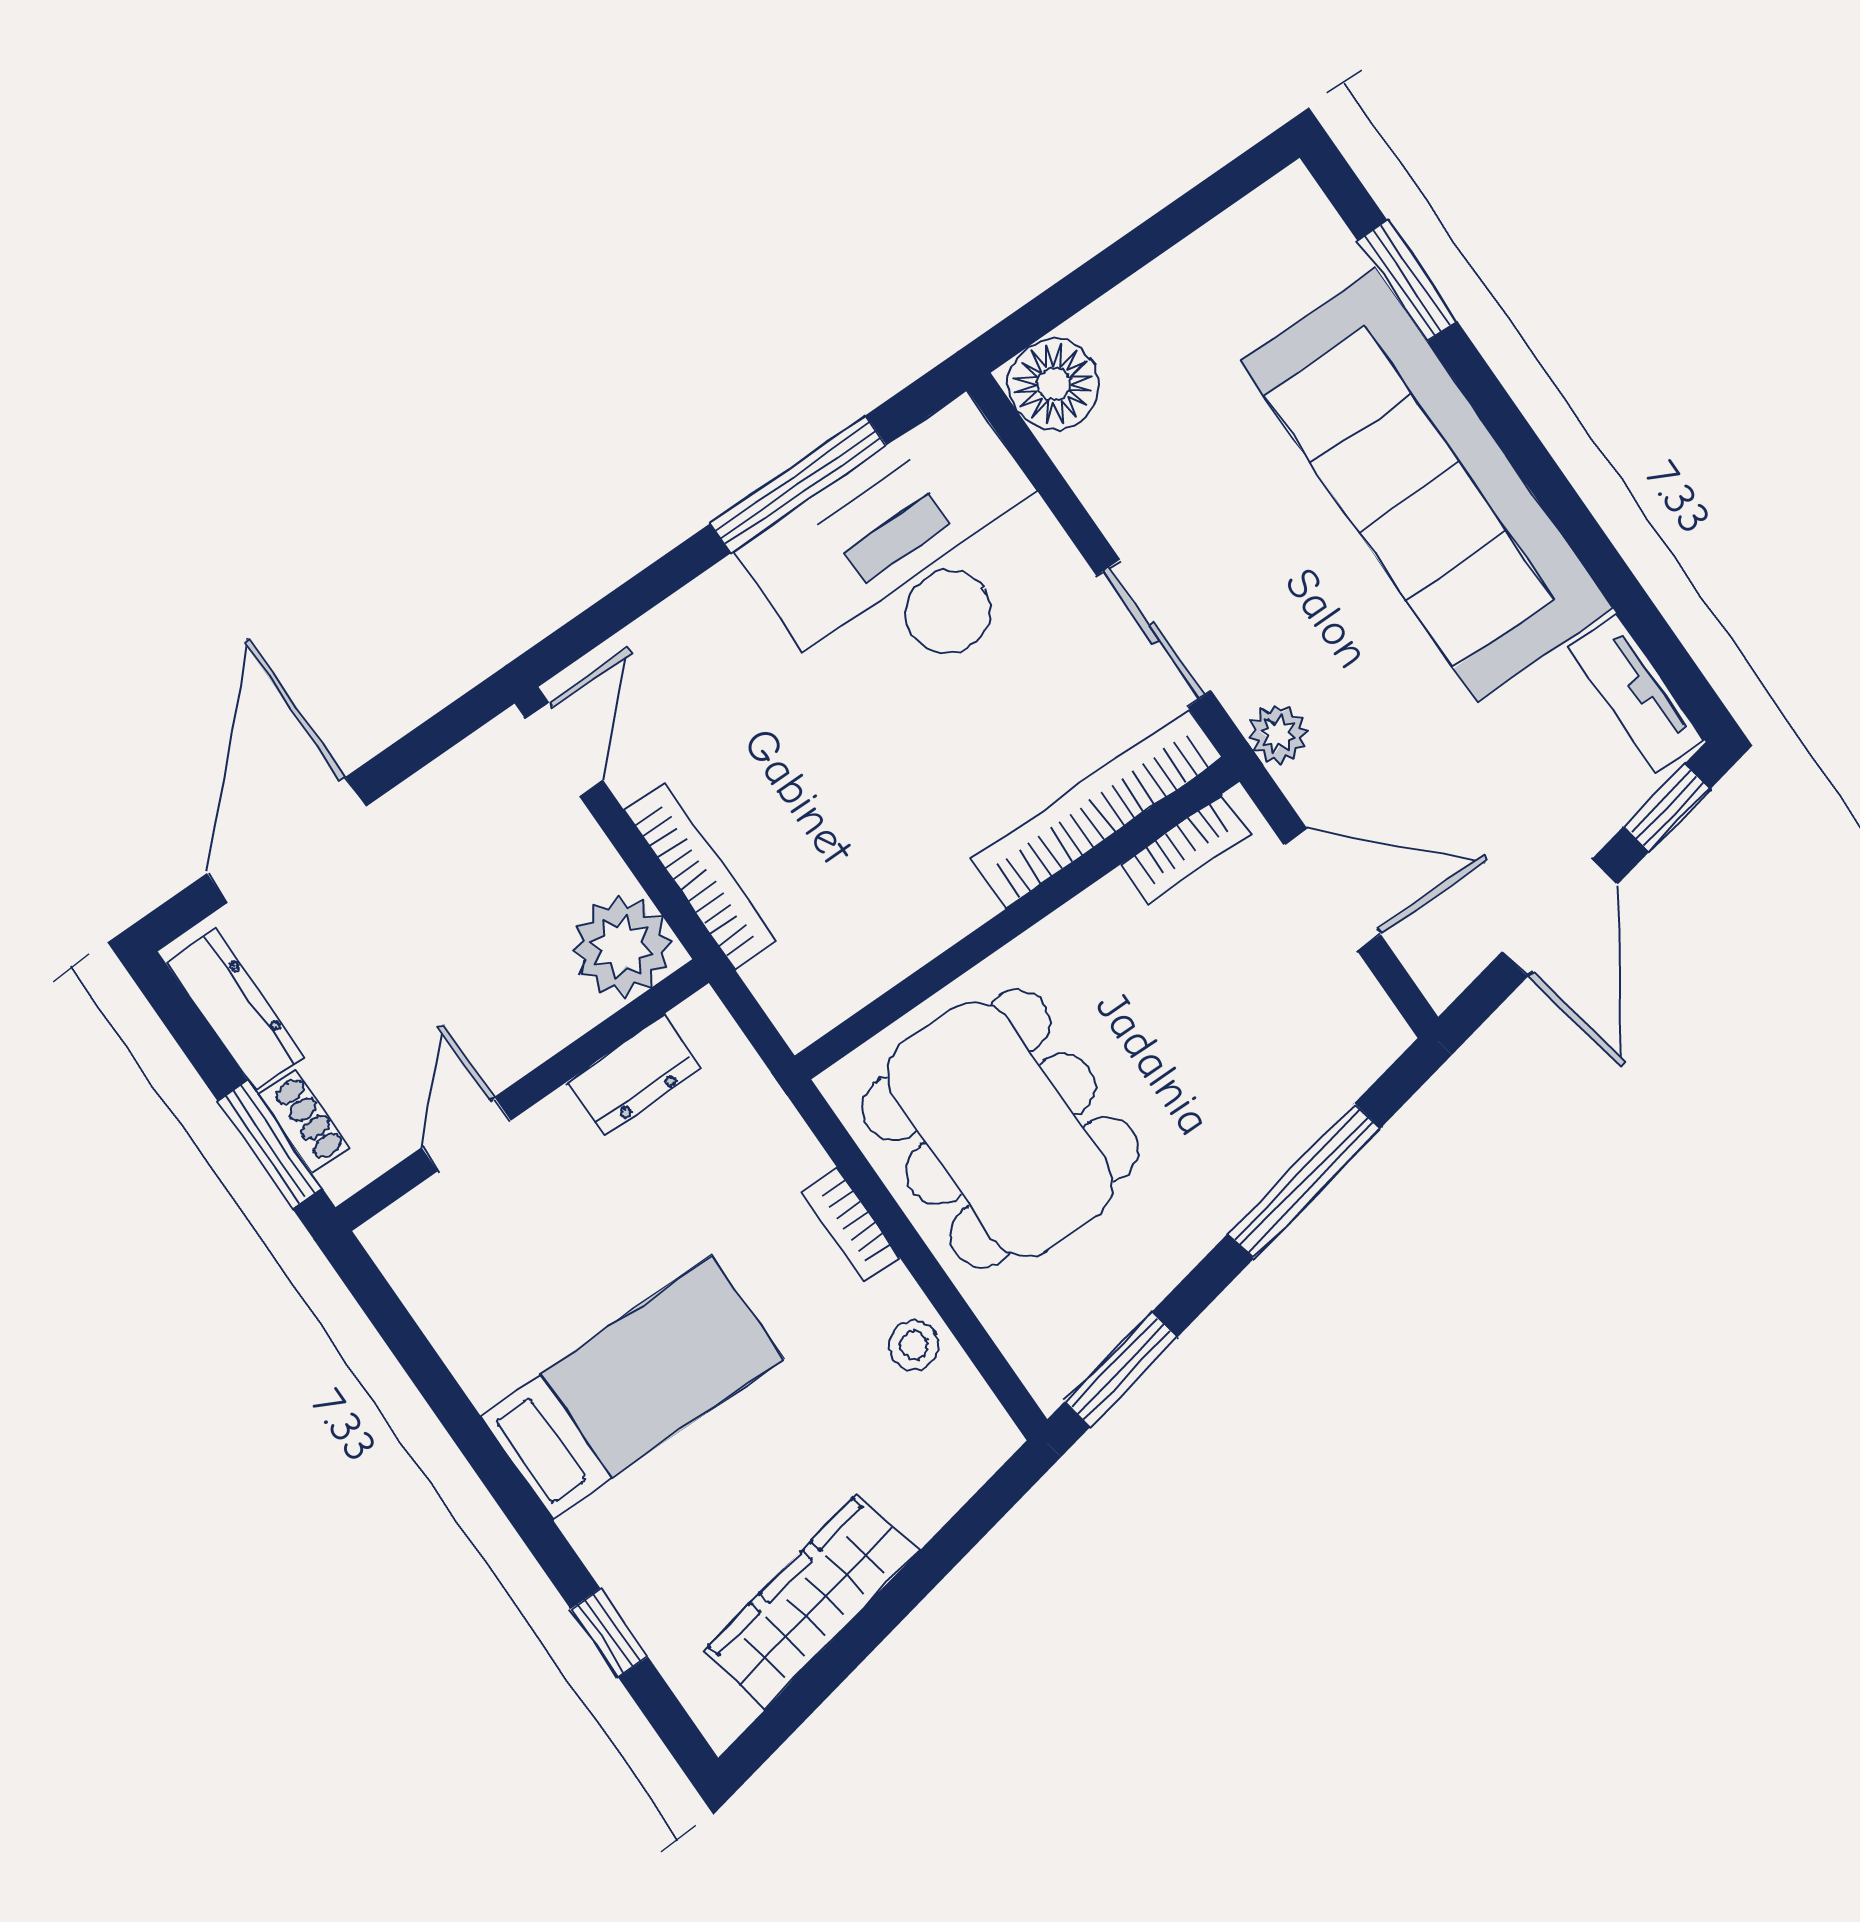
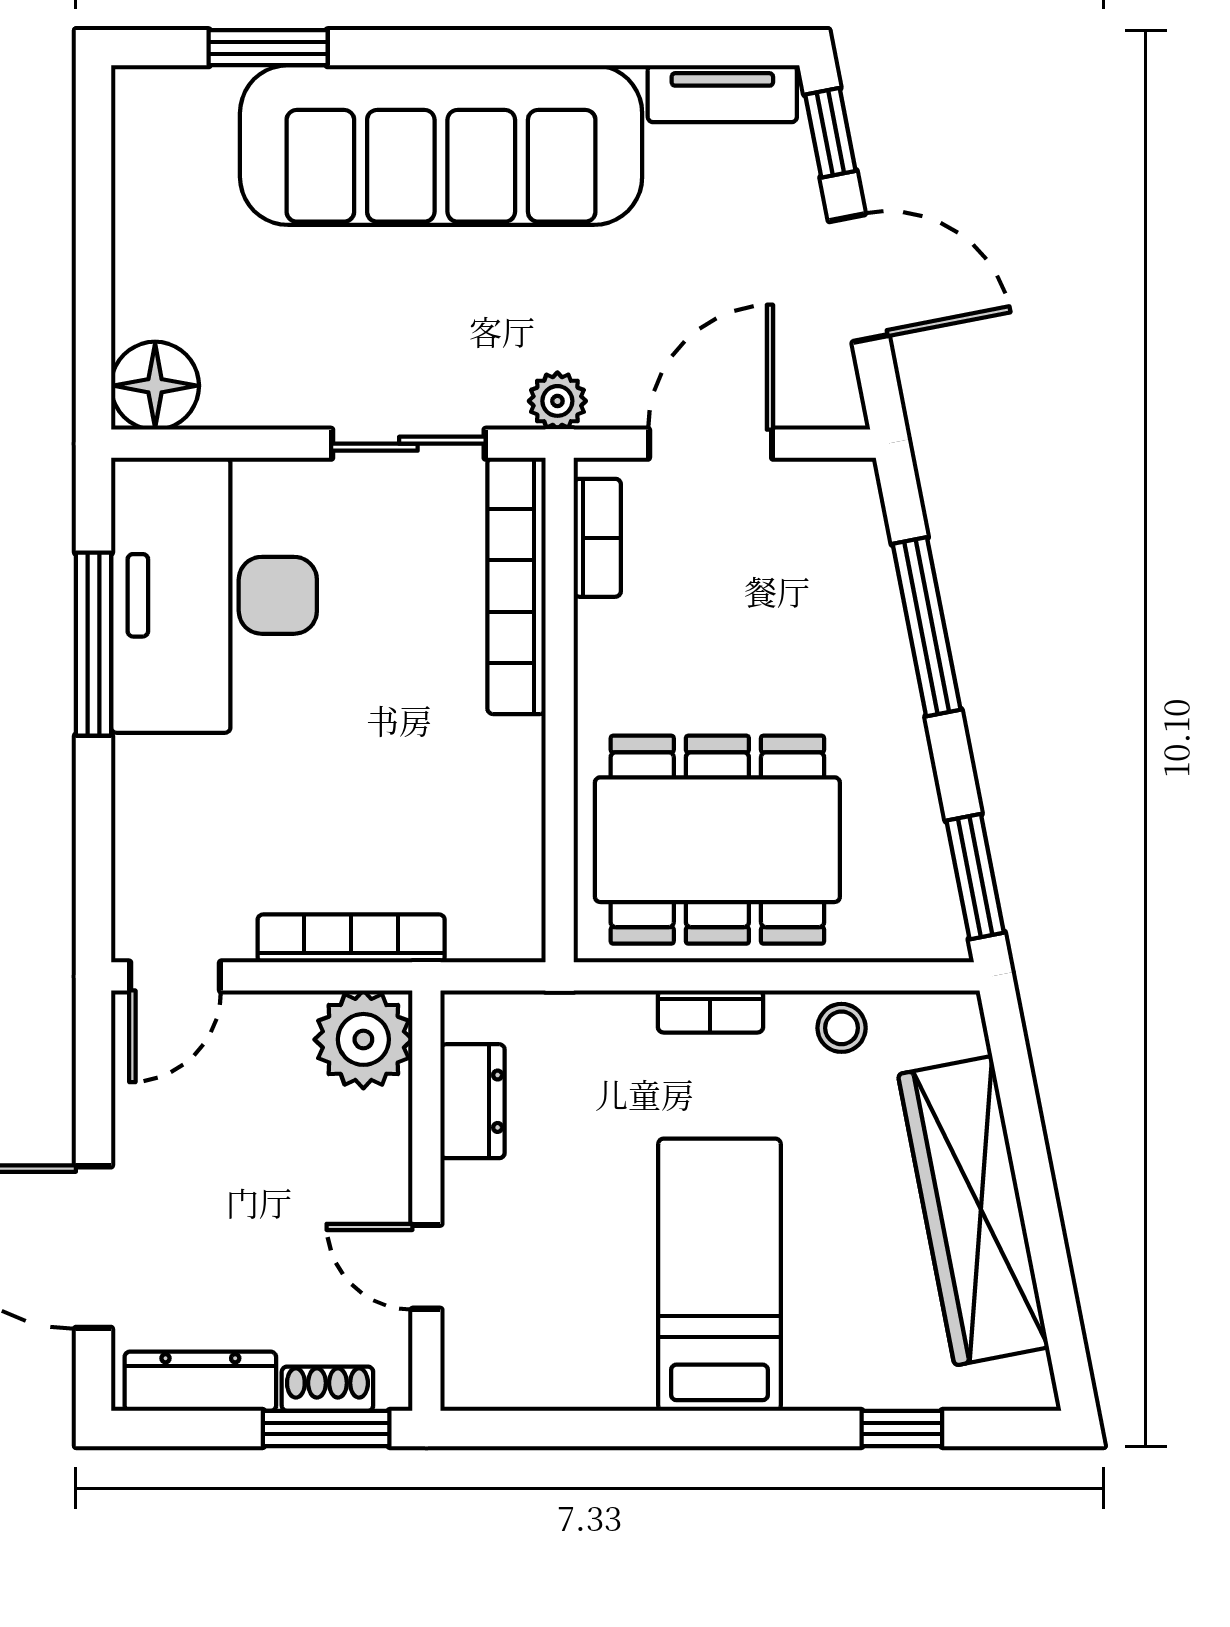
door: (564, 749) -> (175, 976), swing flipped
wardrobe: (811, 1602) -> (973, 1211), width x1.40, depth x1.17

